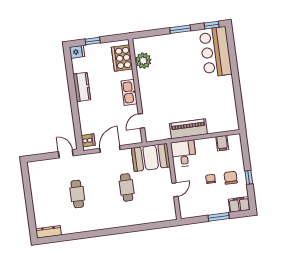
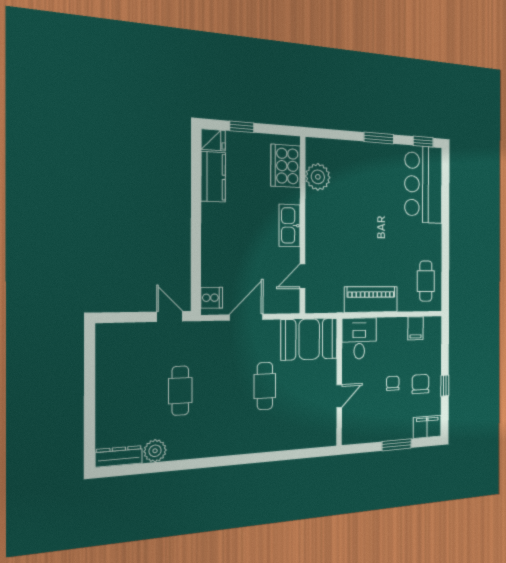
kitchen counter: (82, 87) -> (213, 177), moved
cafe table: (226, 113) -> (426, 281), added
plant: (68, 228) -> (155, 451), added

